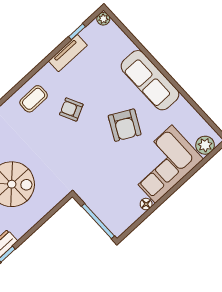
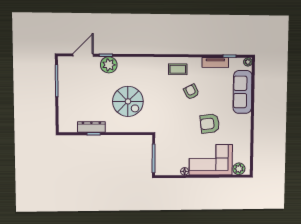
sofa: (150, 80) -> (243, 92), moved
armchair: (125, 125) -> (210, 124), turned 55

